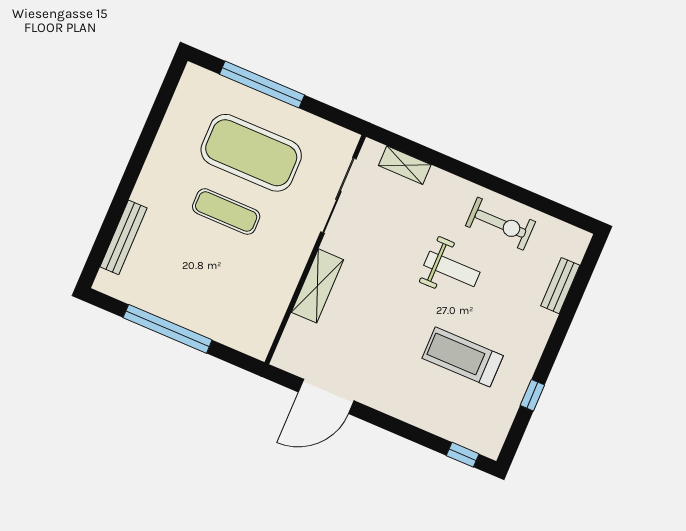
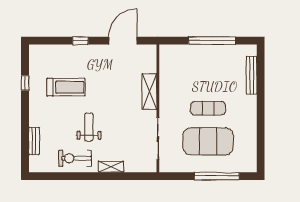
shelving: (405, 165) -> (111, 167), moved
weight bench: (452, 269) -> (89, 127), turned 90
window: (463, 455) -> (80, 41), moved

